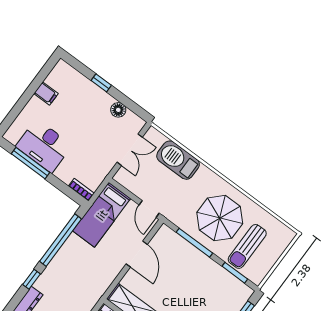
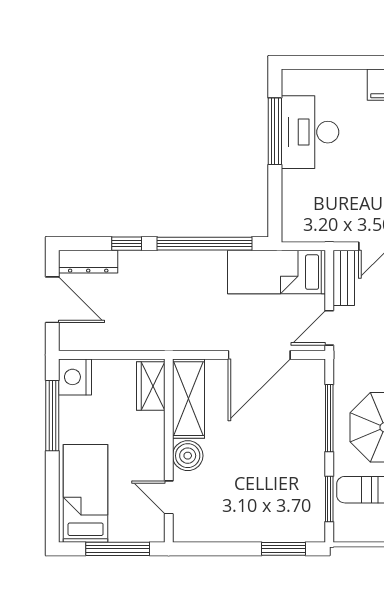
bench: (130, 183) -> (344, 278), added
bookcase: (81, 190) -> (289, 222), removed
door: (137, 254) -> (259, 355), width x1.36

